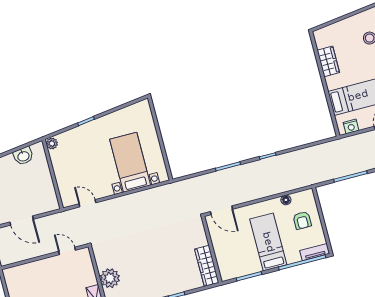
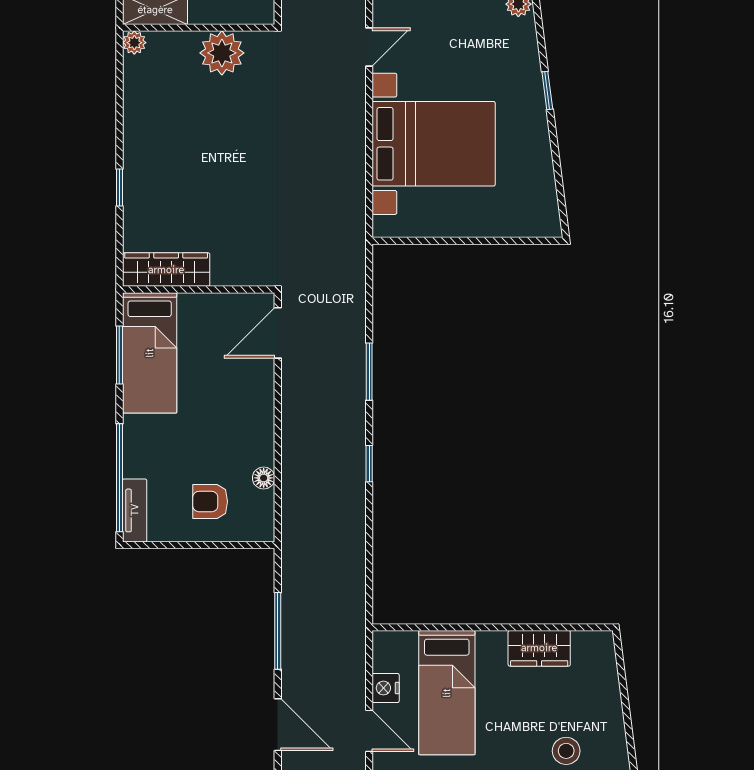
nightstand: (351, 126) -> (386, 688), moved
bed with nightstands: (130, 162) -> (434, 144), width x1.36
bed: (268, 242) -> (150, 353), moved, turned 90
plant: (110, 278) -> (222, 53), moved

